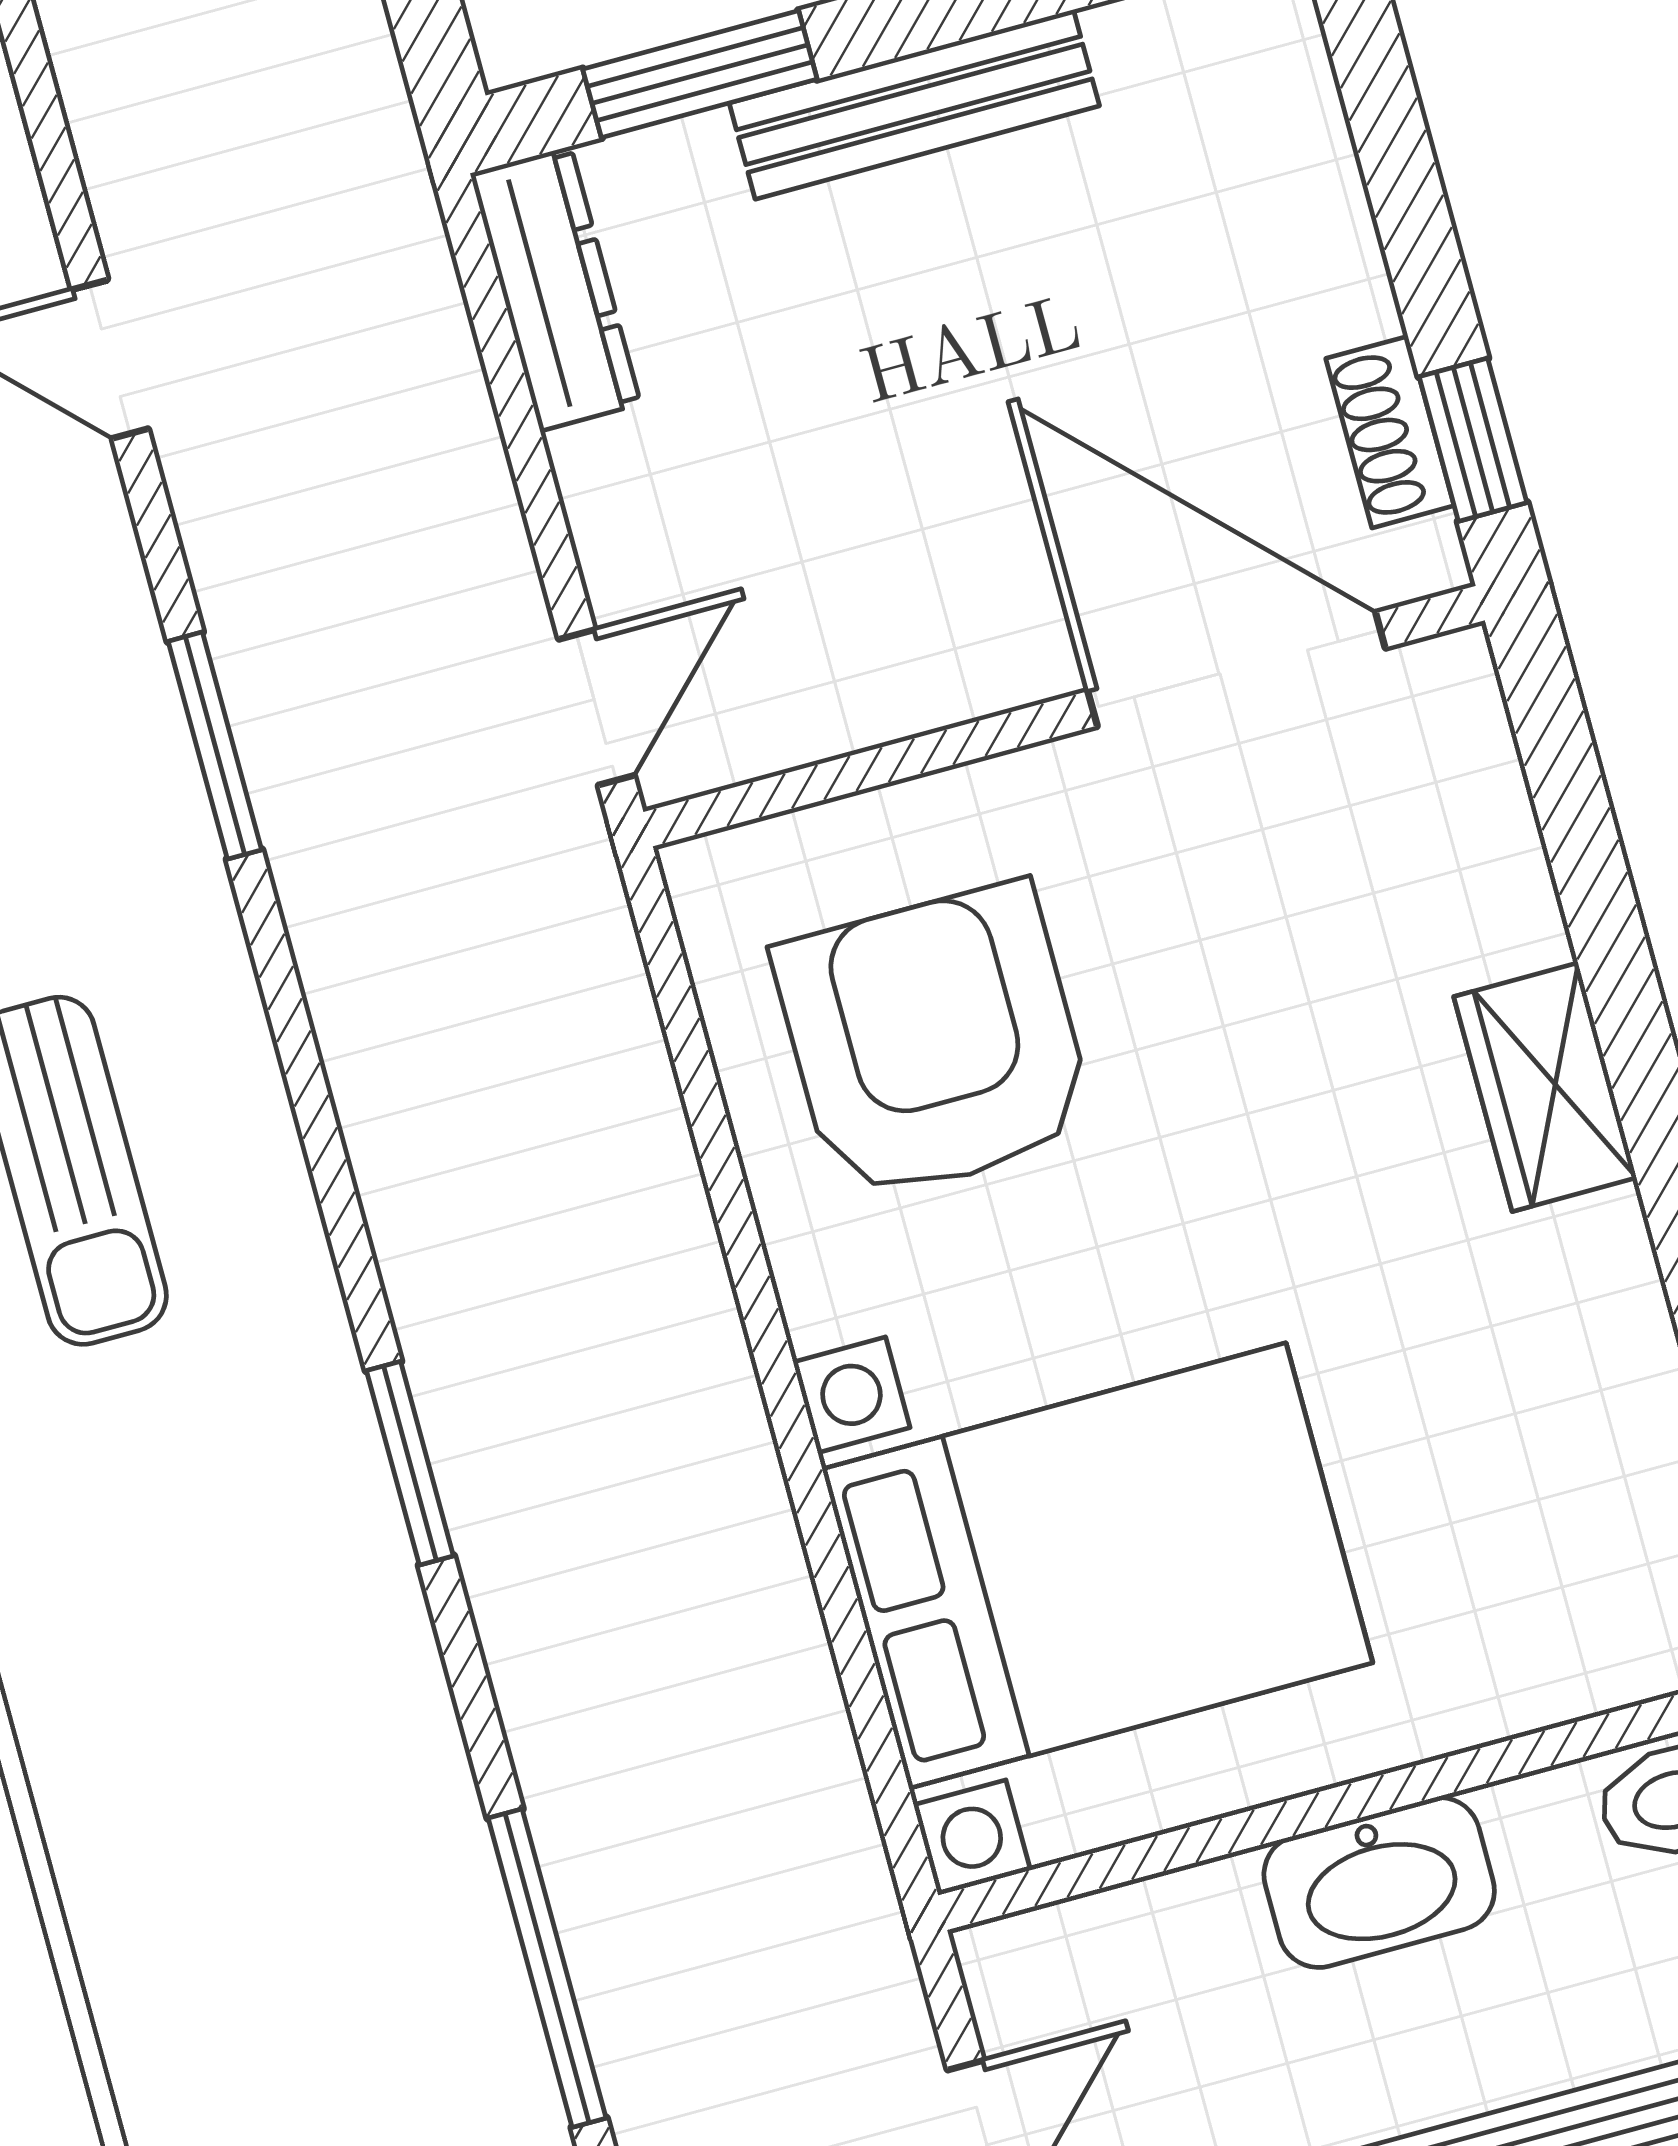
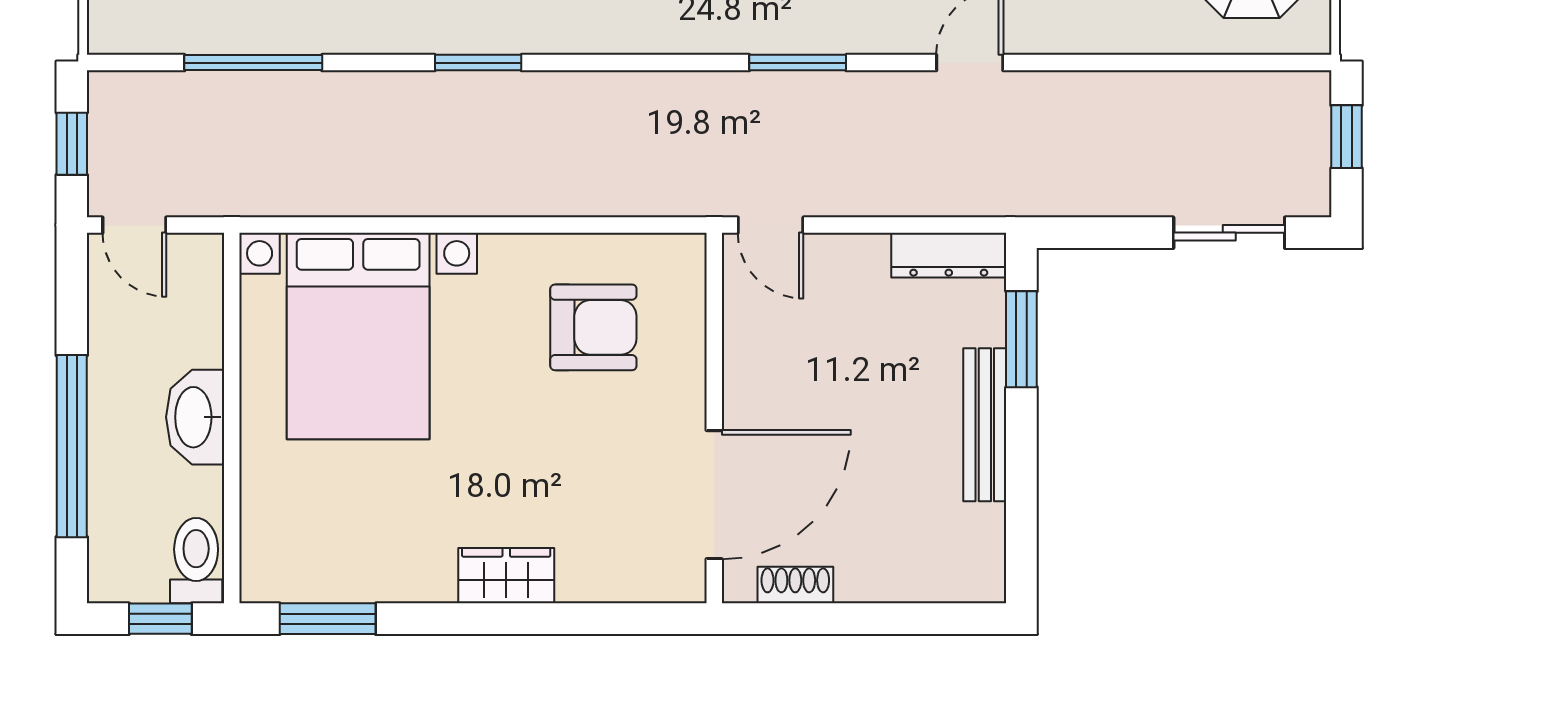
window: (1473, 440) -> (783, 619), removed
armchair: (934, 1043) -> (593, 327), width x0.73, depth x0.73

